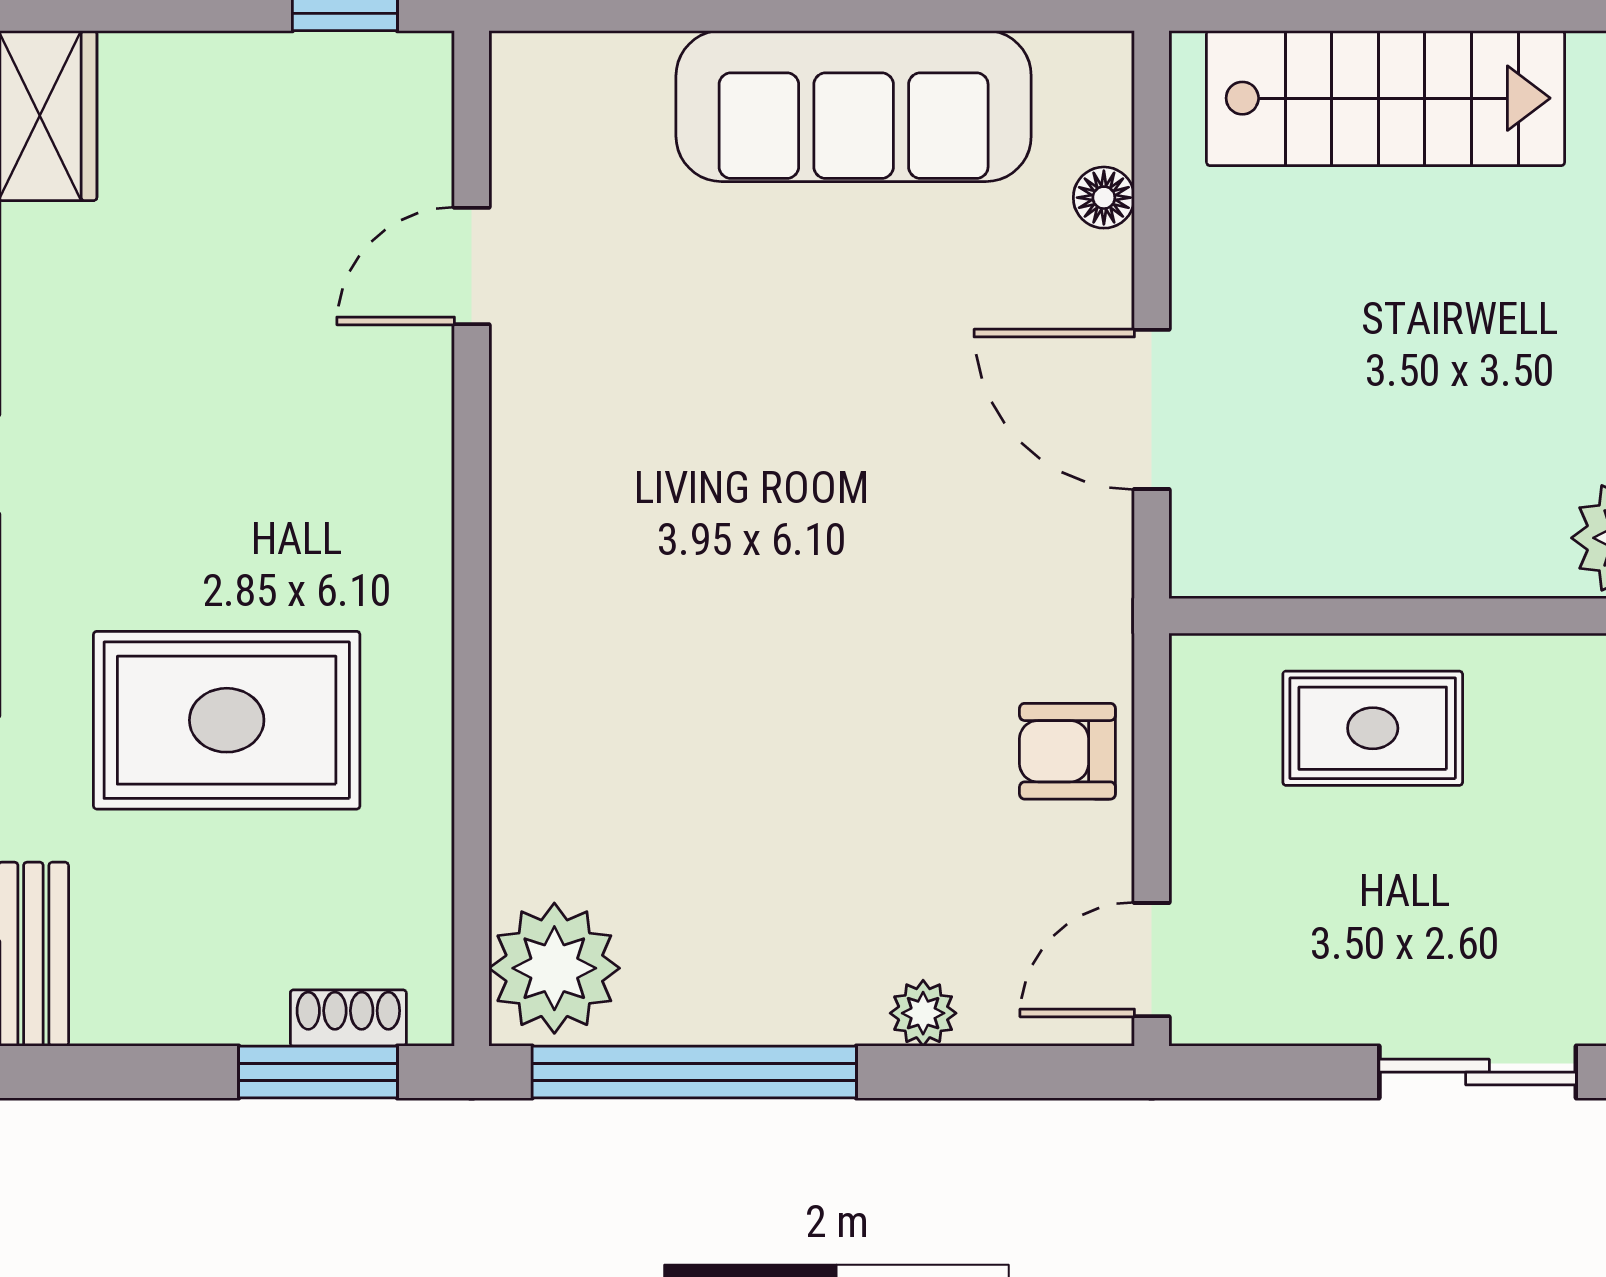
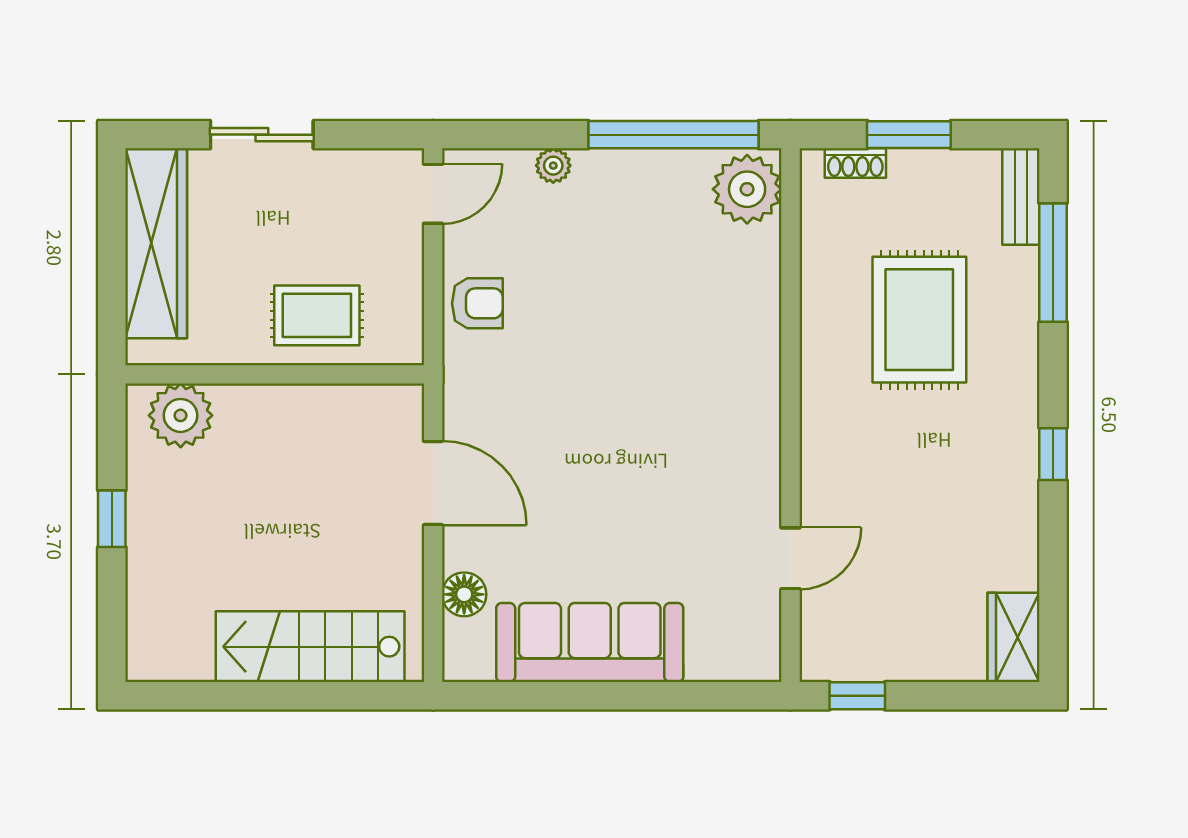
floor lamp: (1104, 198) -> (464, 594), width x1.37, depth x1.37
rug: (227, 720) -> (919, 320), turned 90
window: (318, 1072) -> (909, 135), moved

